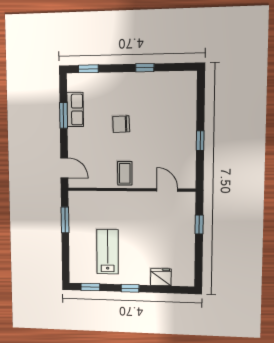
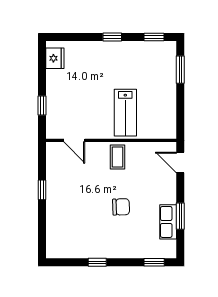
window: (65, 220) -> (180, 70), moved
lab bench: (108, 252) -> (125, 113), moved
fridge: (161, 277) -> (55, 58), moved, turned -90

